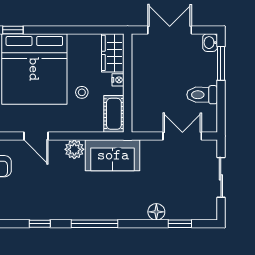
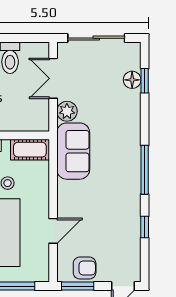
plant: (74, 149) -> (67, 111), moved
sliding door: (221, 177) -> (96, 38), width x1.37
floor lamp: (156, 212) -> (132, 80), moved

